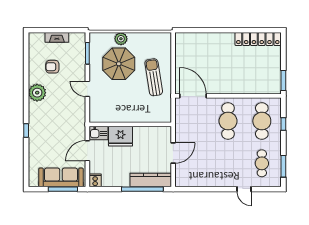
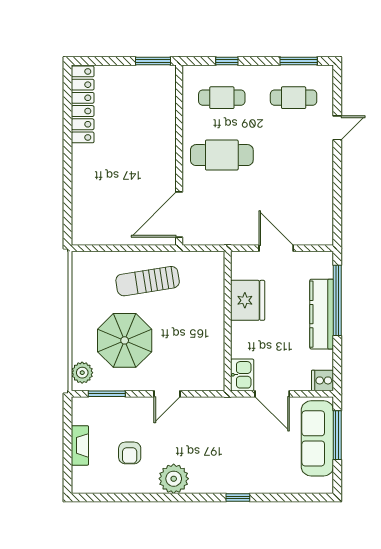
plant: (121, 39) -> (82, 373), moved
cafe table: (262, 121) -> (222, 98), width x0.73, depth x0.74
fridge: (121, 136) -> (248, 300), moved
kitchen counter: (151, 180) -> (322, 314), moved

